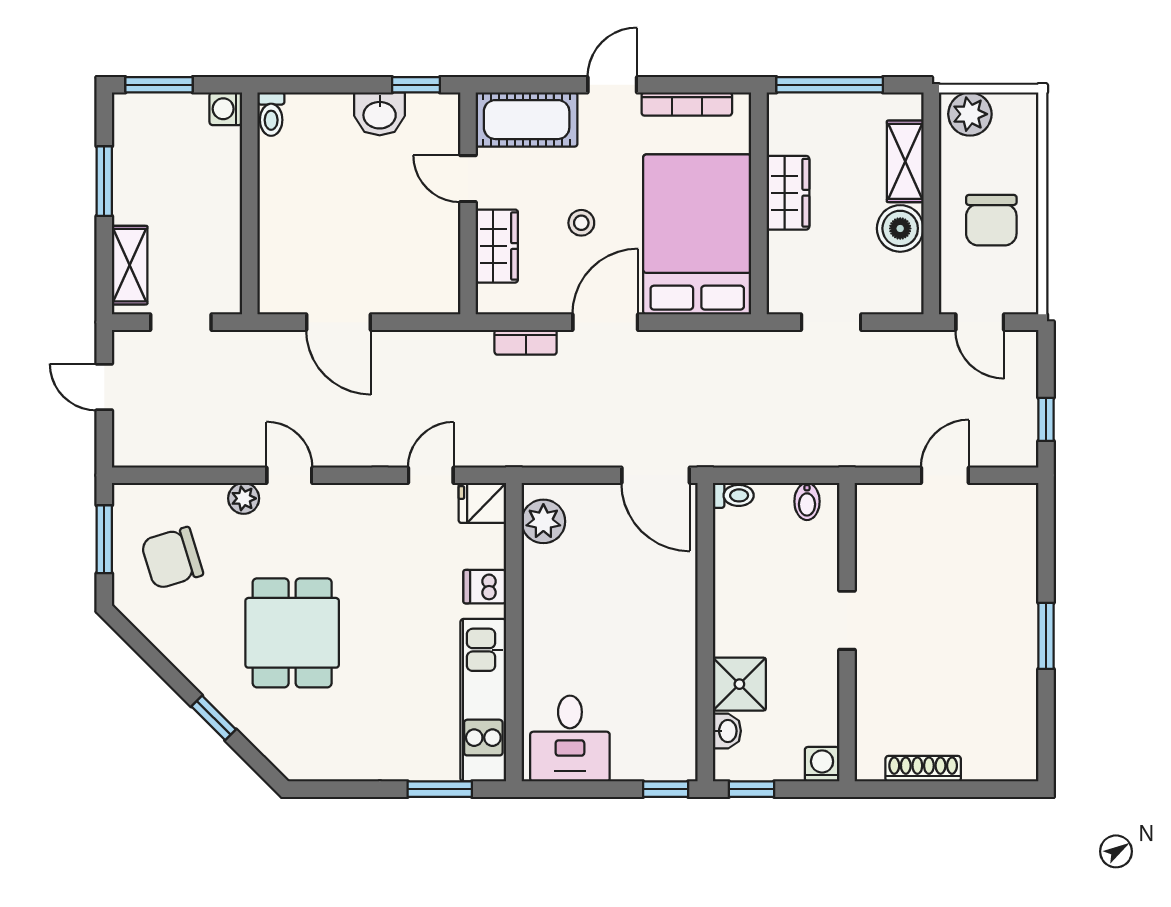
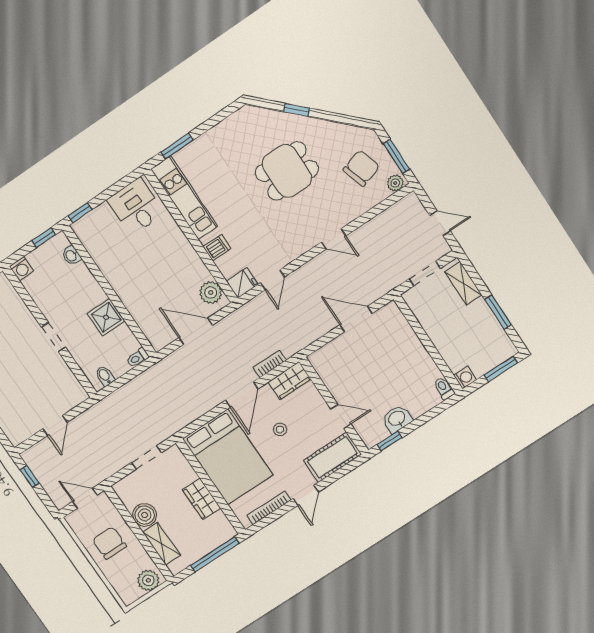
wardrobe: (497, 246) -> (290, 381), moved, turned -90
door: (656, 475) -> (196, 331), moved
plant: (244, 498) -> (395, 183), moved
dining table: (292, 633) -> (287, 171), turned 90
shower: (739, 684) -> (106, 317), moved

